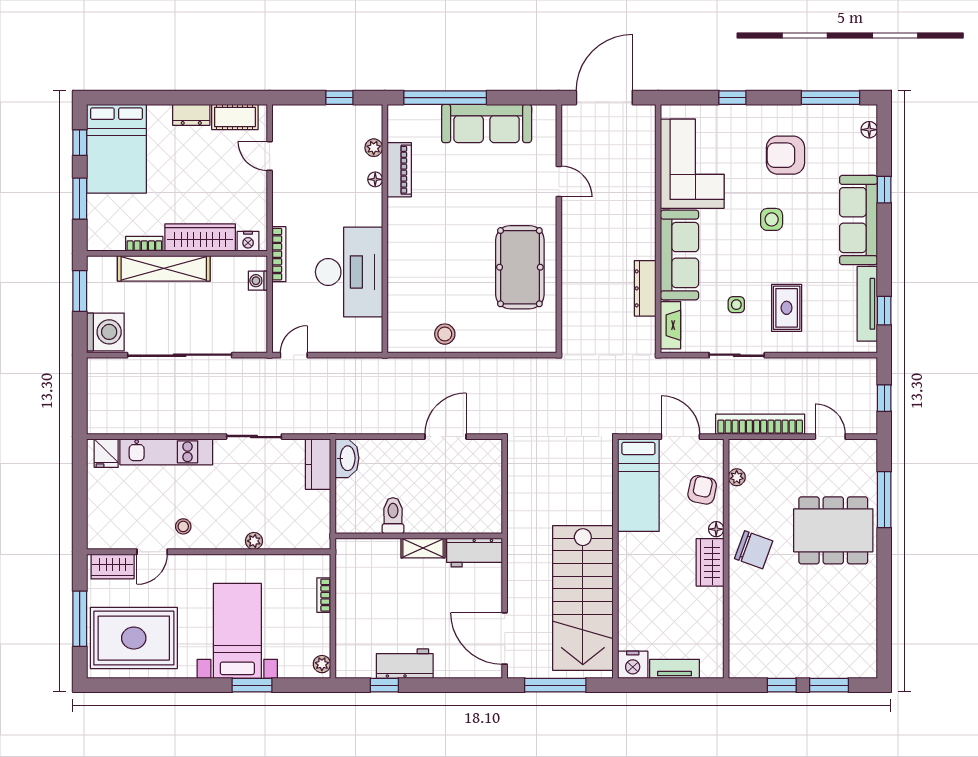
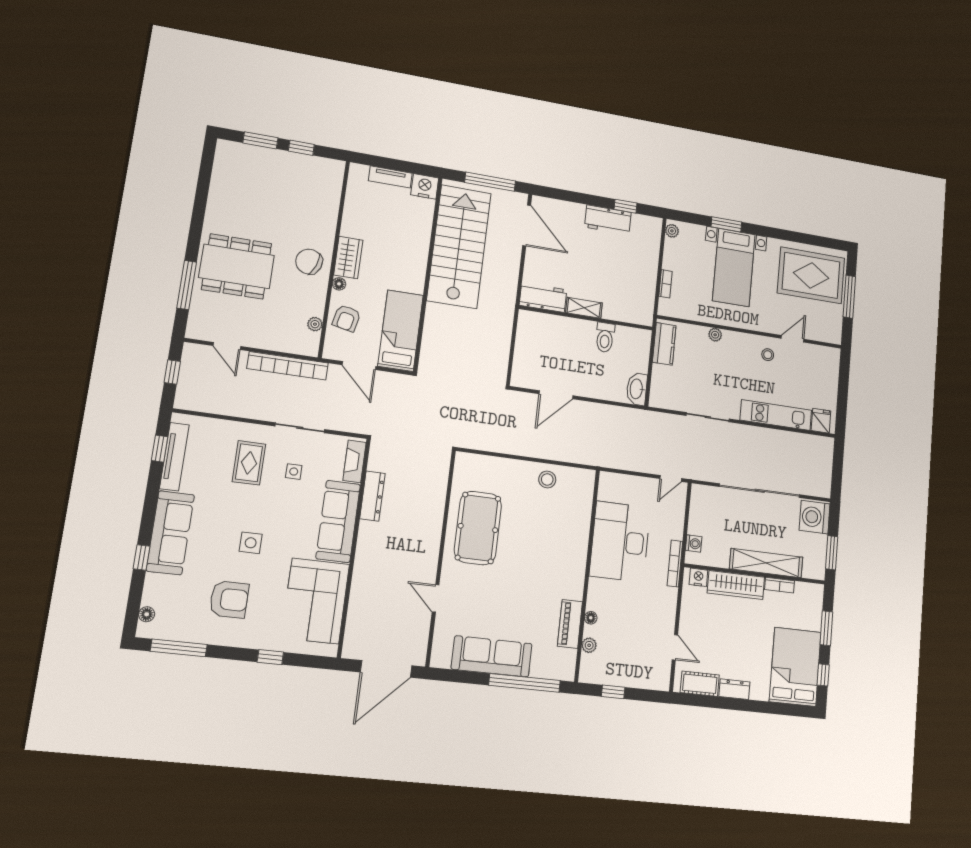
kitchen counter: (318, 464) -> (664, 344), moved
wardrobe: (113, 566) -> (823, 332), removed

